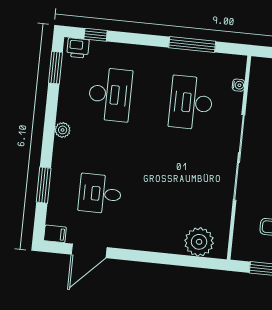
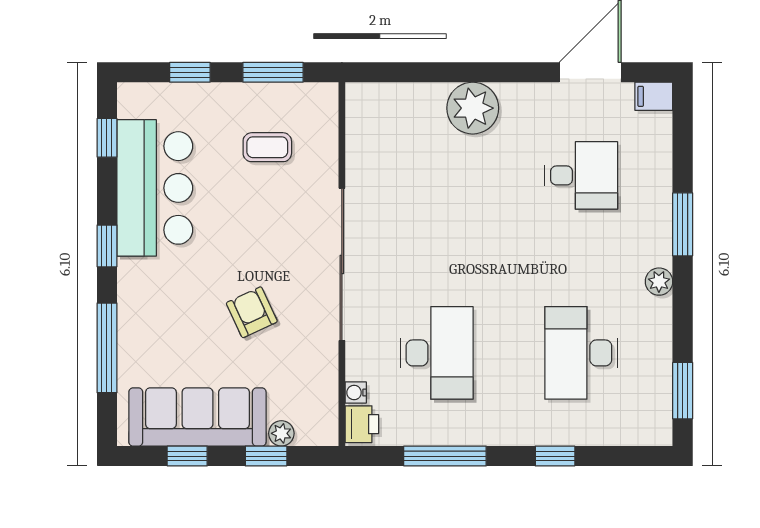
window: (96, 35) -> (555, 456), moved
printer: (78, 48) -> (362, 424), moved, turned 90
window: (44, 185) -> (683, 224), moved
plant: (199, 242) -> (473, 108), moved

